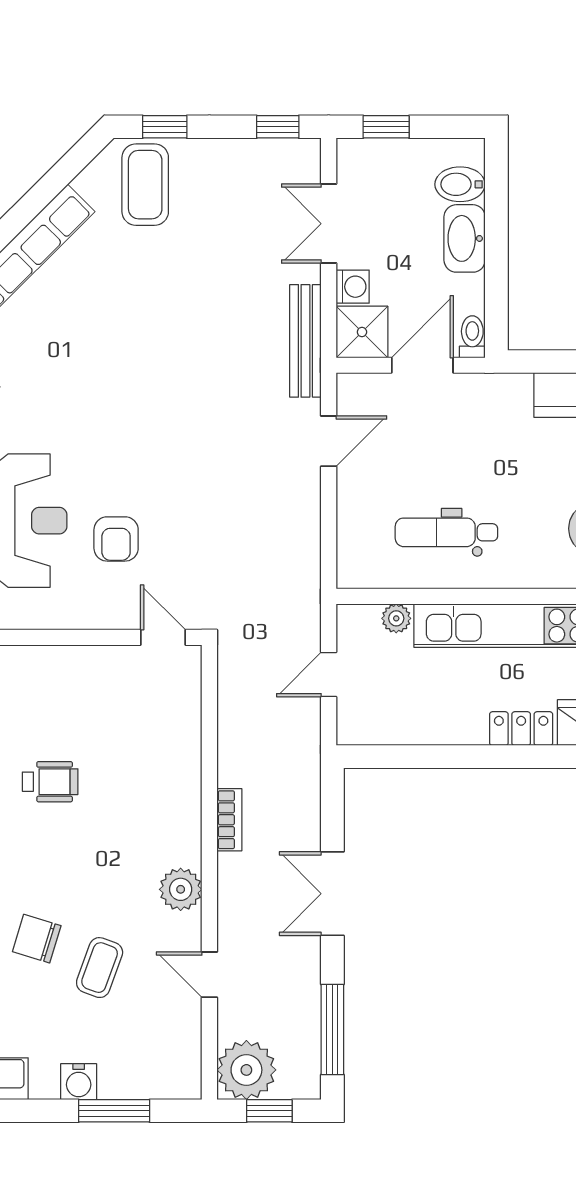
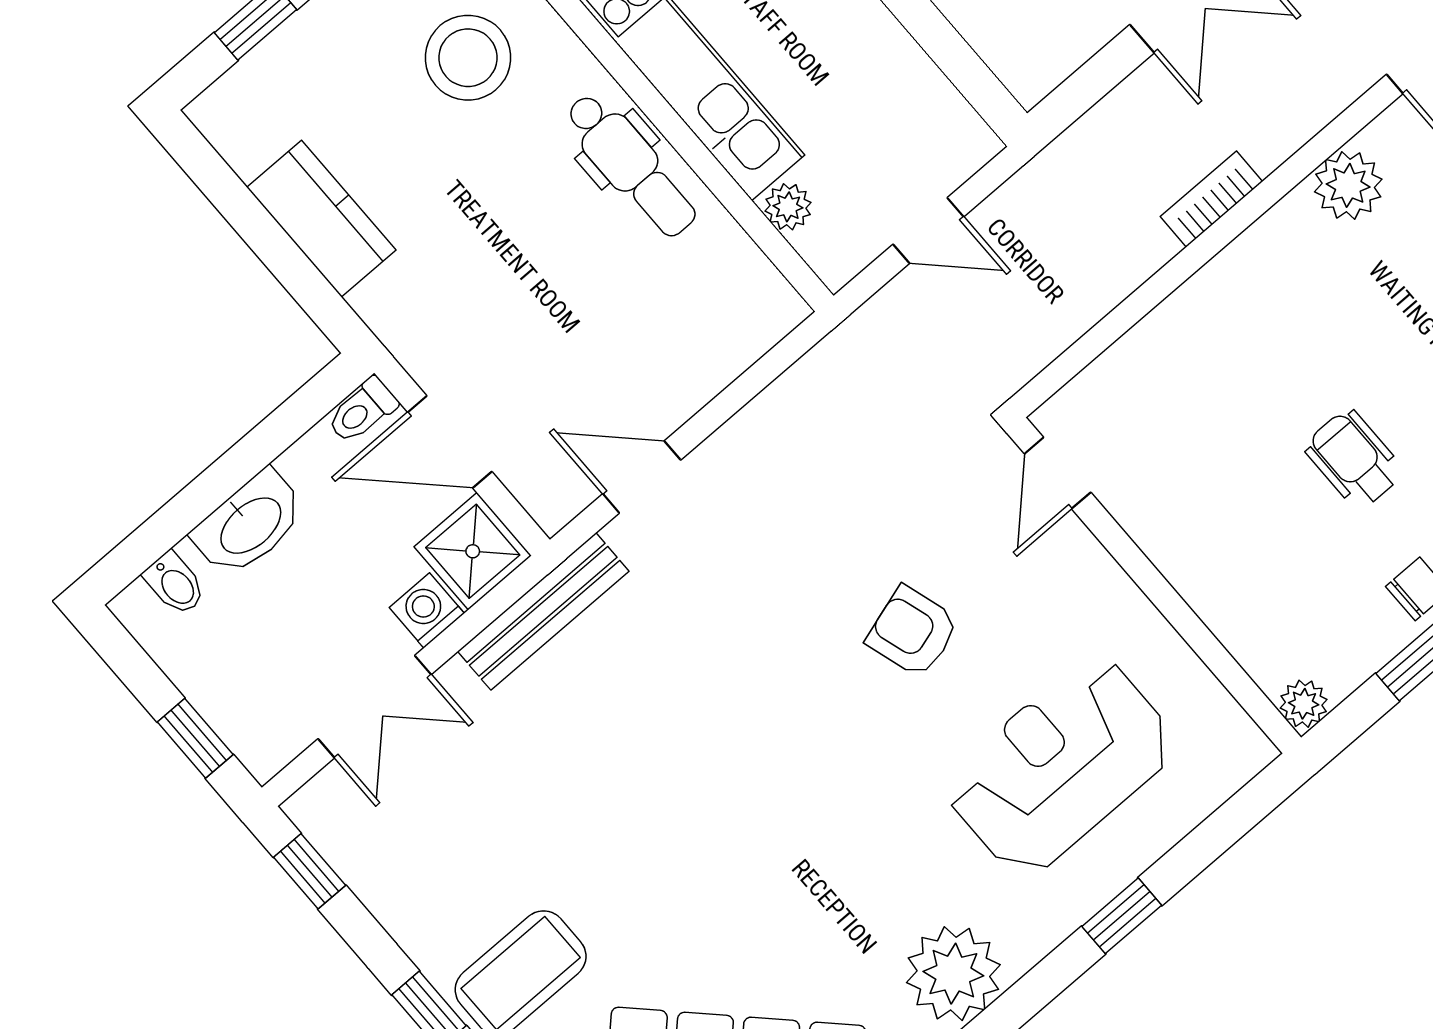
bidet: (460, 184) -> (175, 584), width x0.72, depth x0.74
dental chair: (446, 532) -> (631, 165), moved
armchair: (116, 539) -> (913, 632), moved, turned -107

